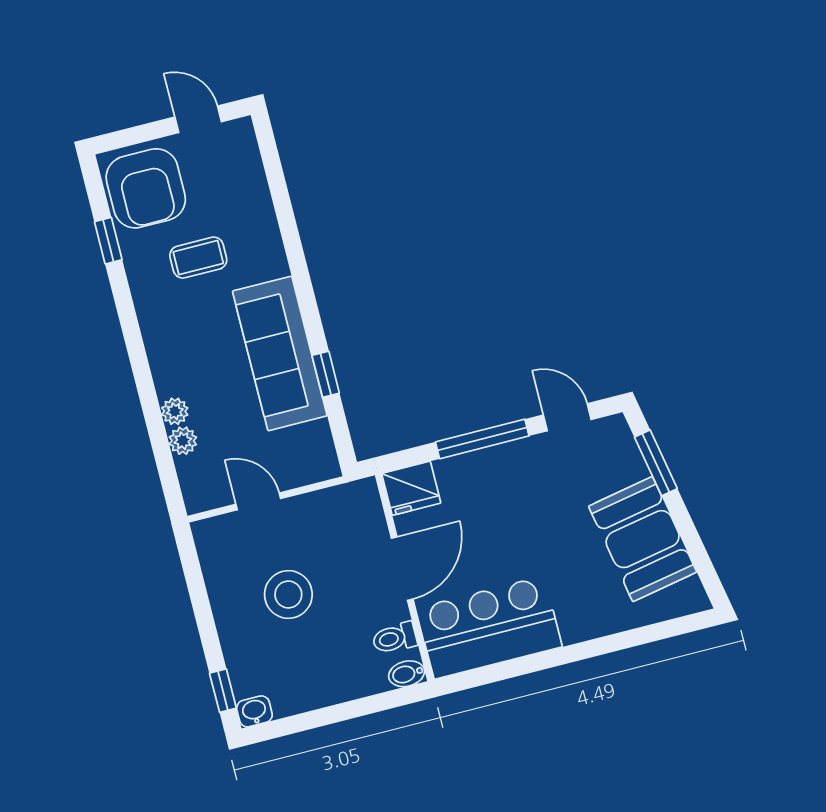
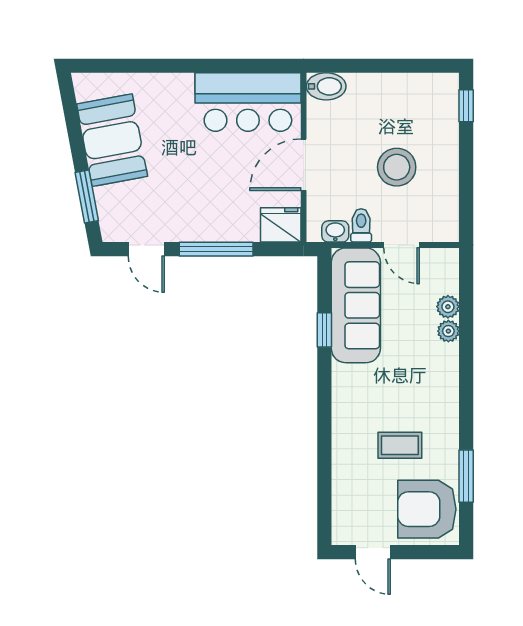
armchair: (146, 188) -> (427, 509), turned -90
window: (108, 241) -> (466, 476), width x1.50
sofa: (280, 353) -> (356, 305), moved
toilet: (395, 638) -> (361, 225), moved, turned -90
bidet: (407, 674) -> (326, 86), width x1.38, depth x1.36
washbasin: (254, 711) -> (335, 231), moved, turned 180

